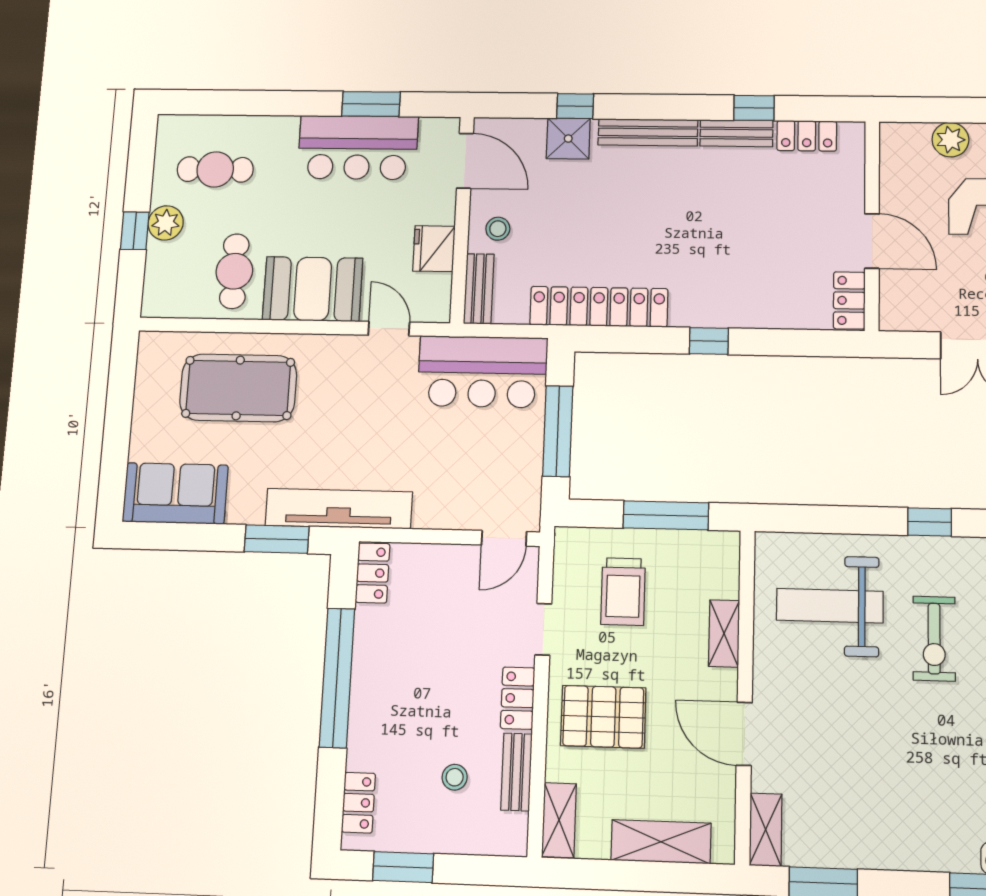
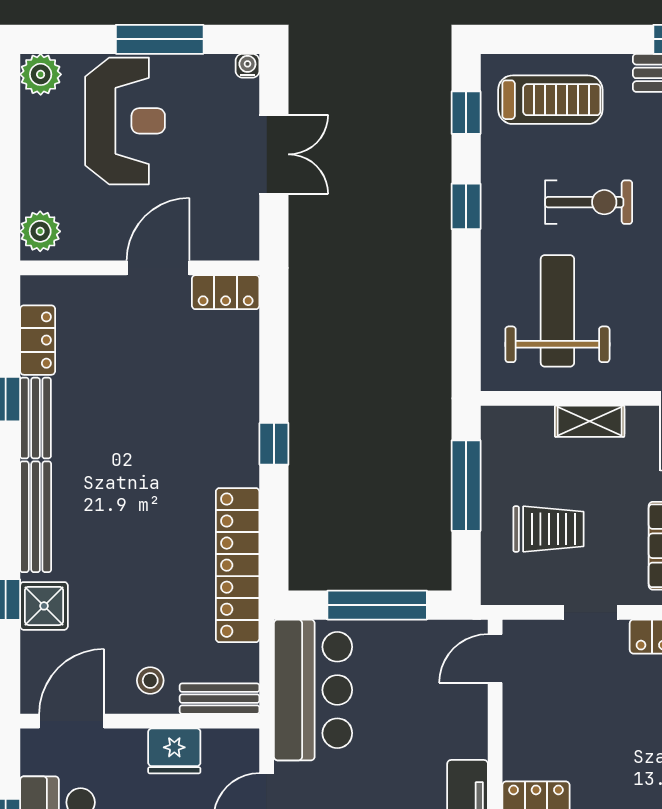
plant: (950, 140) -> (40, 231), moved
door: (504, 538) -> (495, 658), swing flipped
weight bench: (830, 606) -> (557, 311), turned 180

